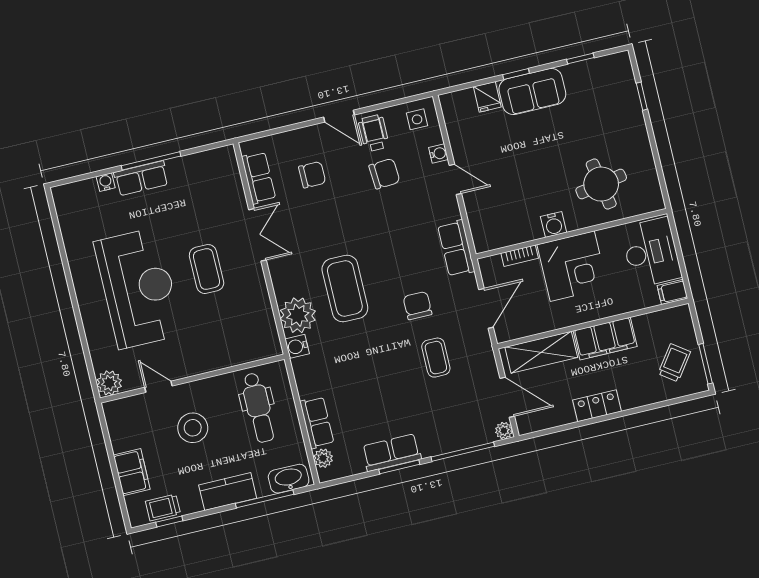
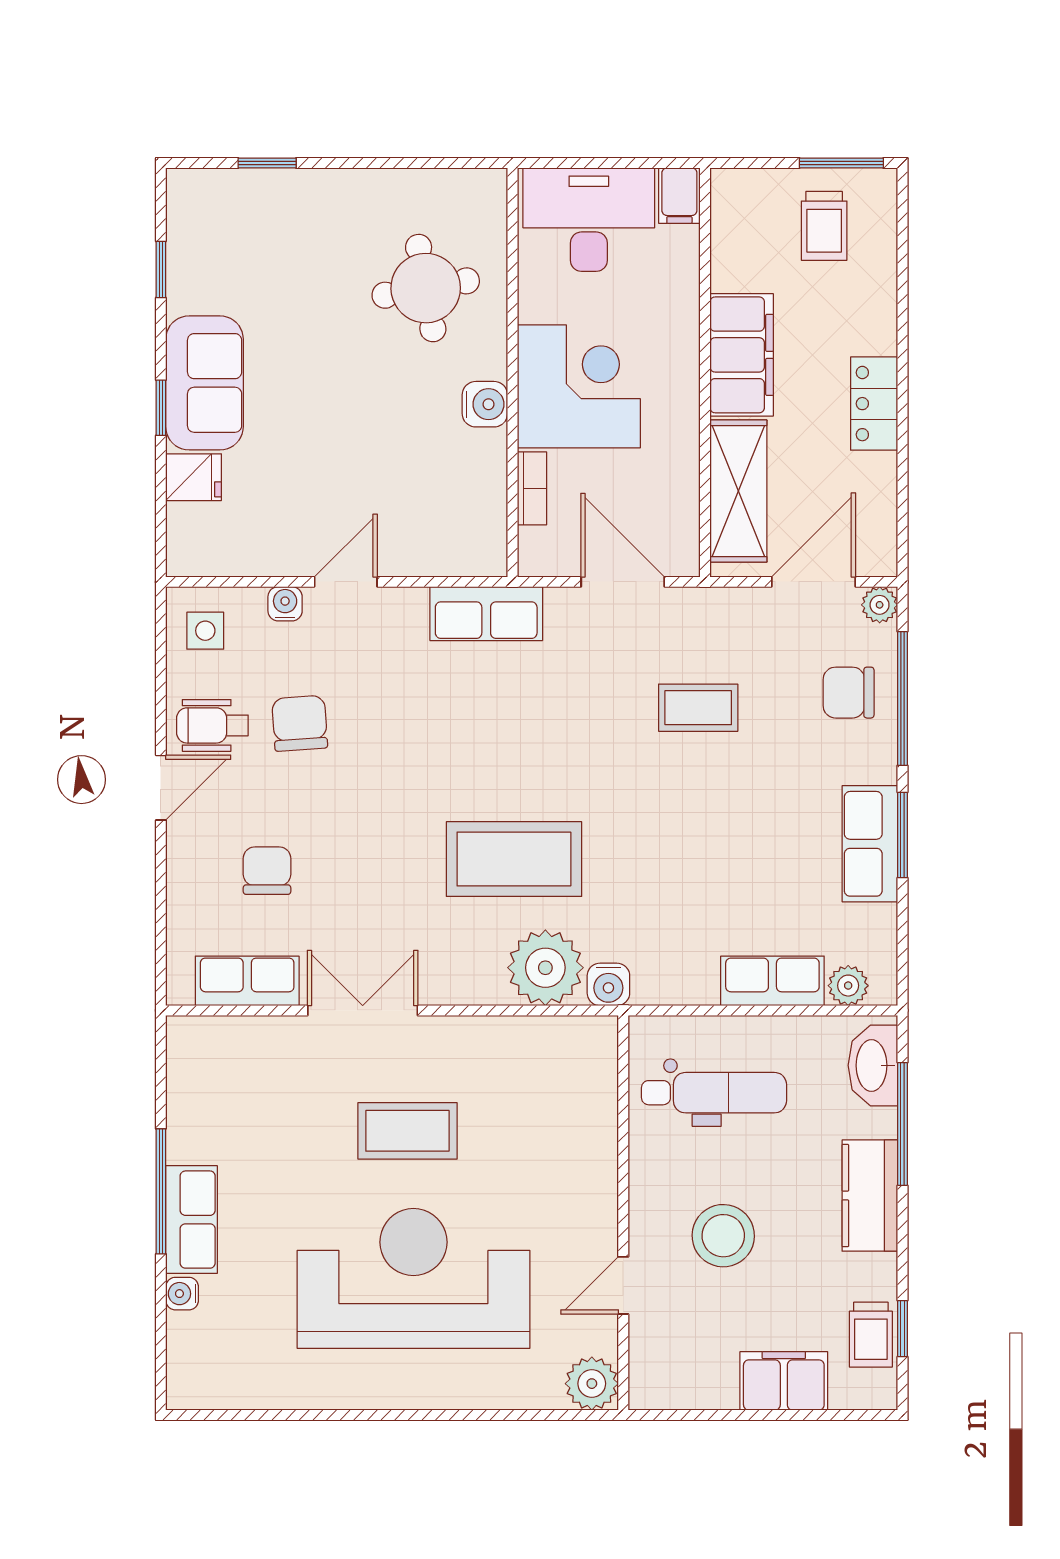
chair: (418, 306) -> (849, 693), moved
trolley: (674, 363) -> (824, 226), turned -126

